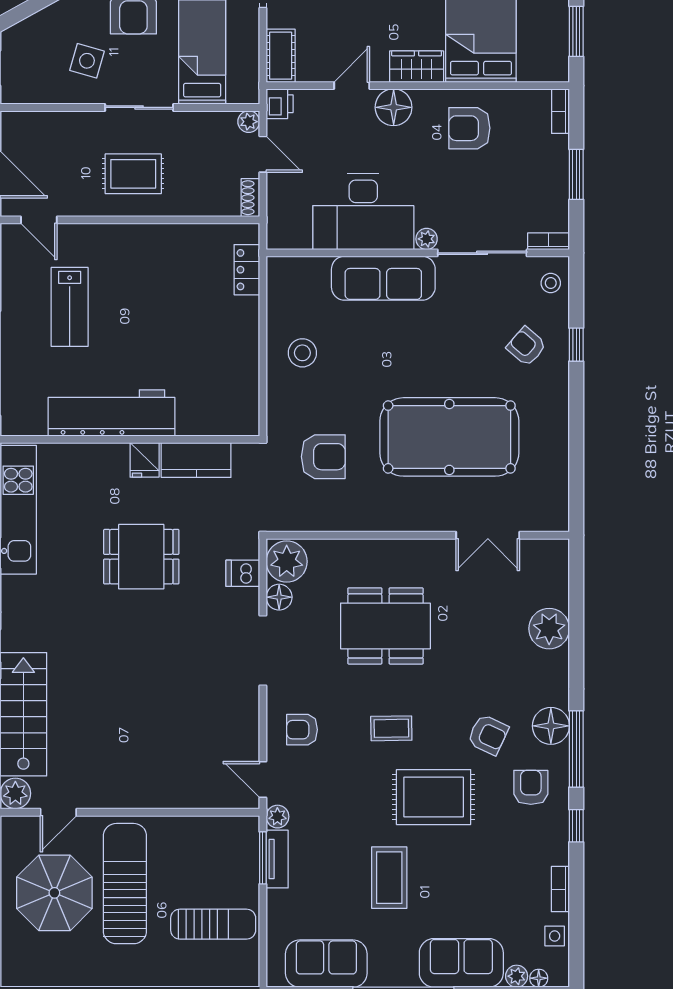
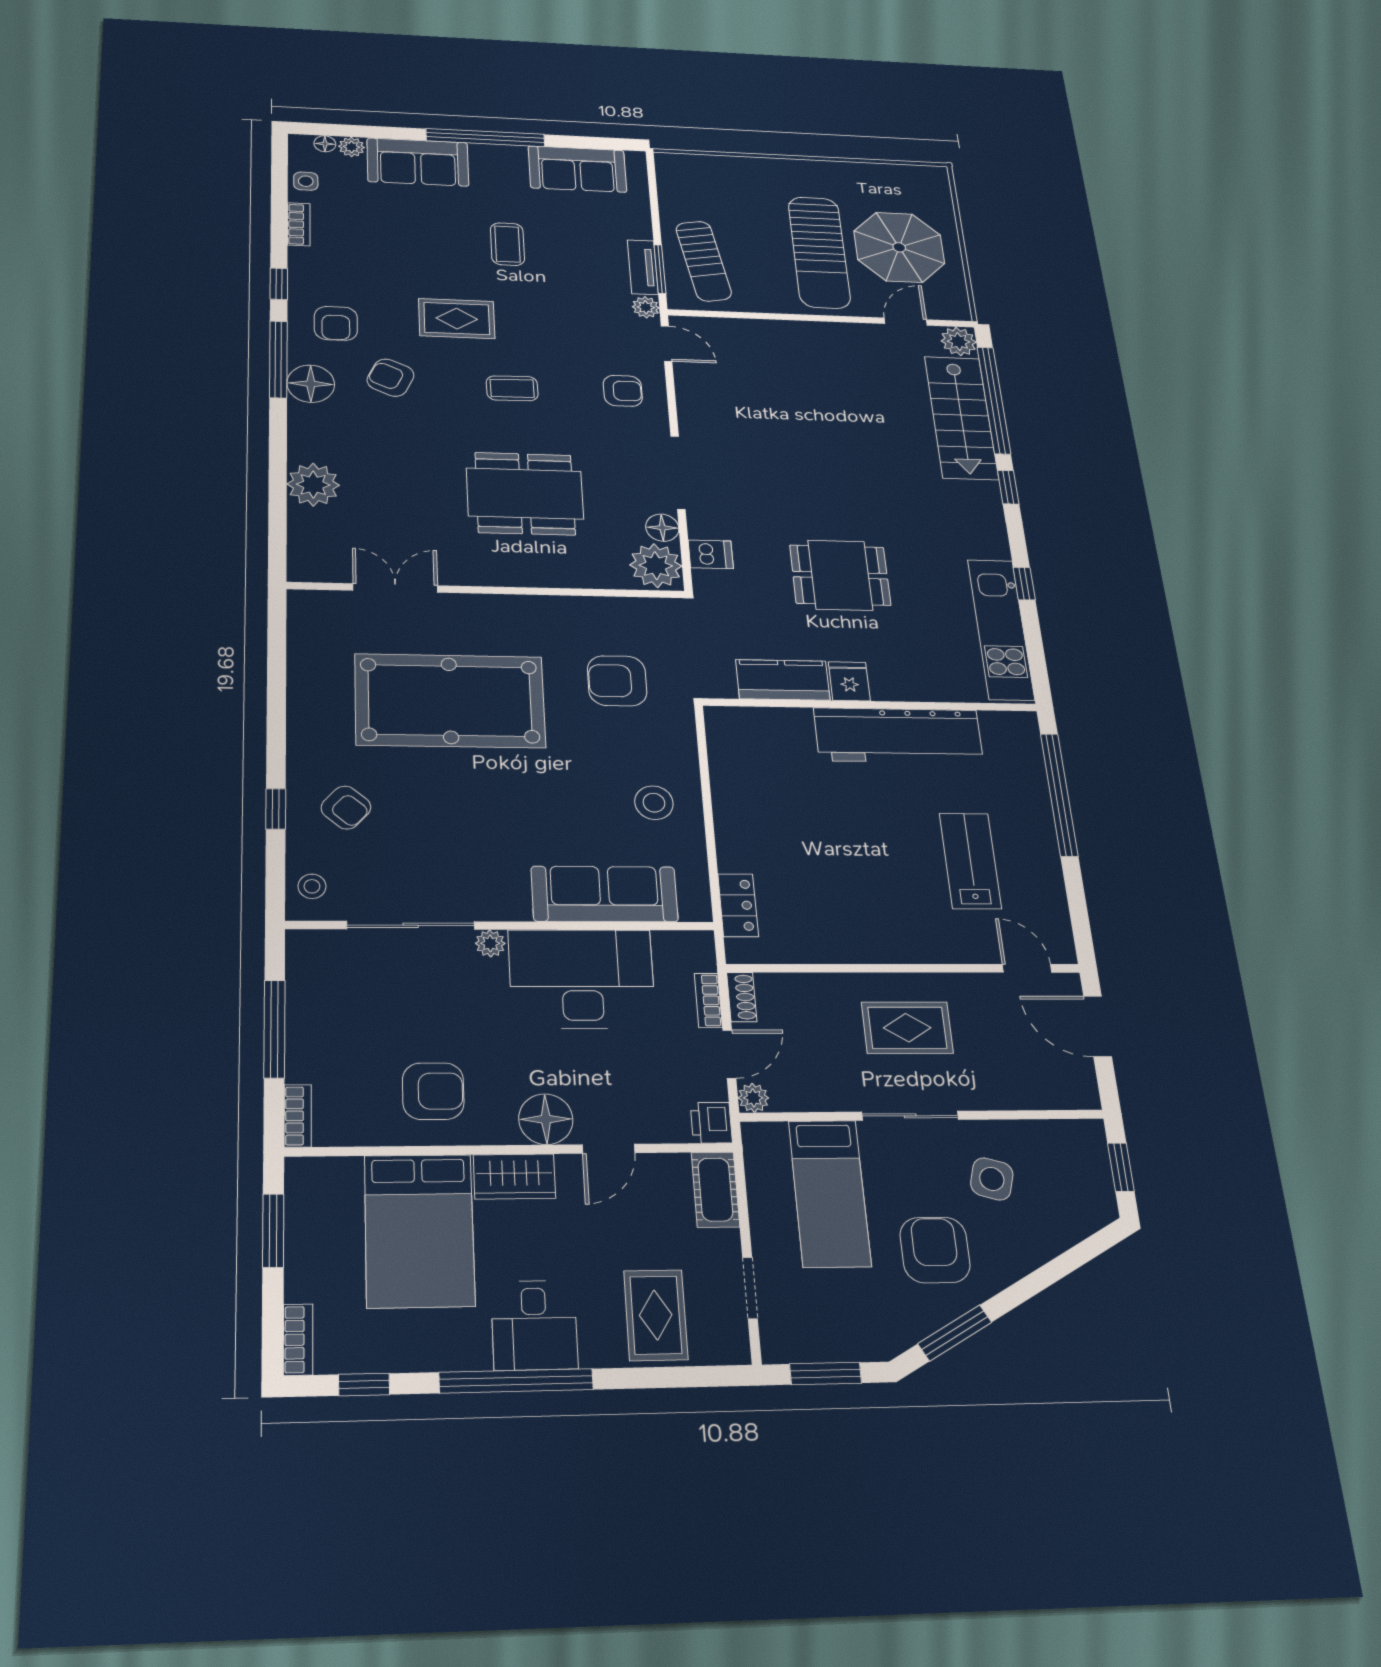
door: (263, 154) -> (729, 1054), swing flipped
window: (576, 174) -> (274, 1029), width x1.44
bookcase: (549, 241) -> (708, 1000), moved, turned 90
sofa: (383, 278) -> (605, 894), moved
rug: (434, 797) -> (457, 319), width x0.73, depth x0.70
coffee table: (389, 878) -> (507, 244), width x0.73, depth x0.77
sun lounger: (213, 924) -> (704, 261), moved, turned -100

